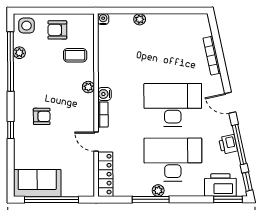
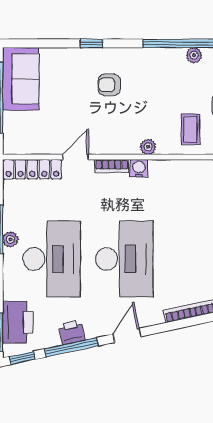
armchair: (42, 116) -> (109, 85), turned 90

